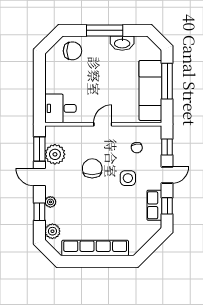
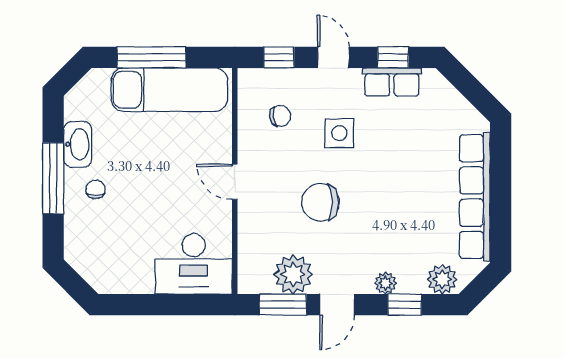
chair: (72, 51) -> (96, 189), moved, width x0.54, depth x0.54
desk: (60, 108) -> (194, 264), width x1.37

